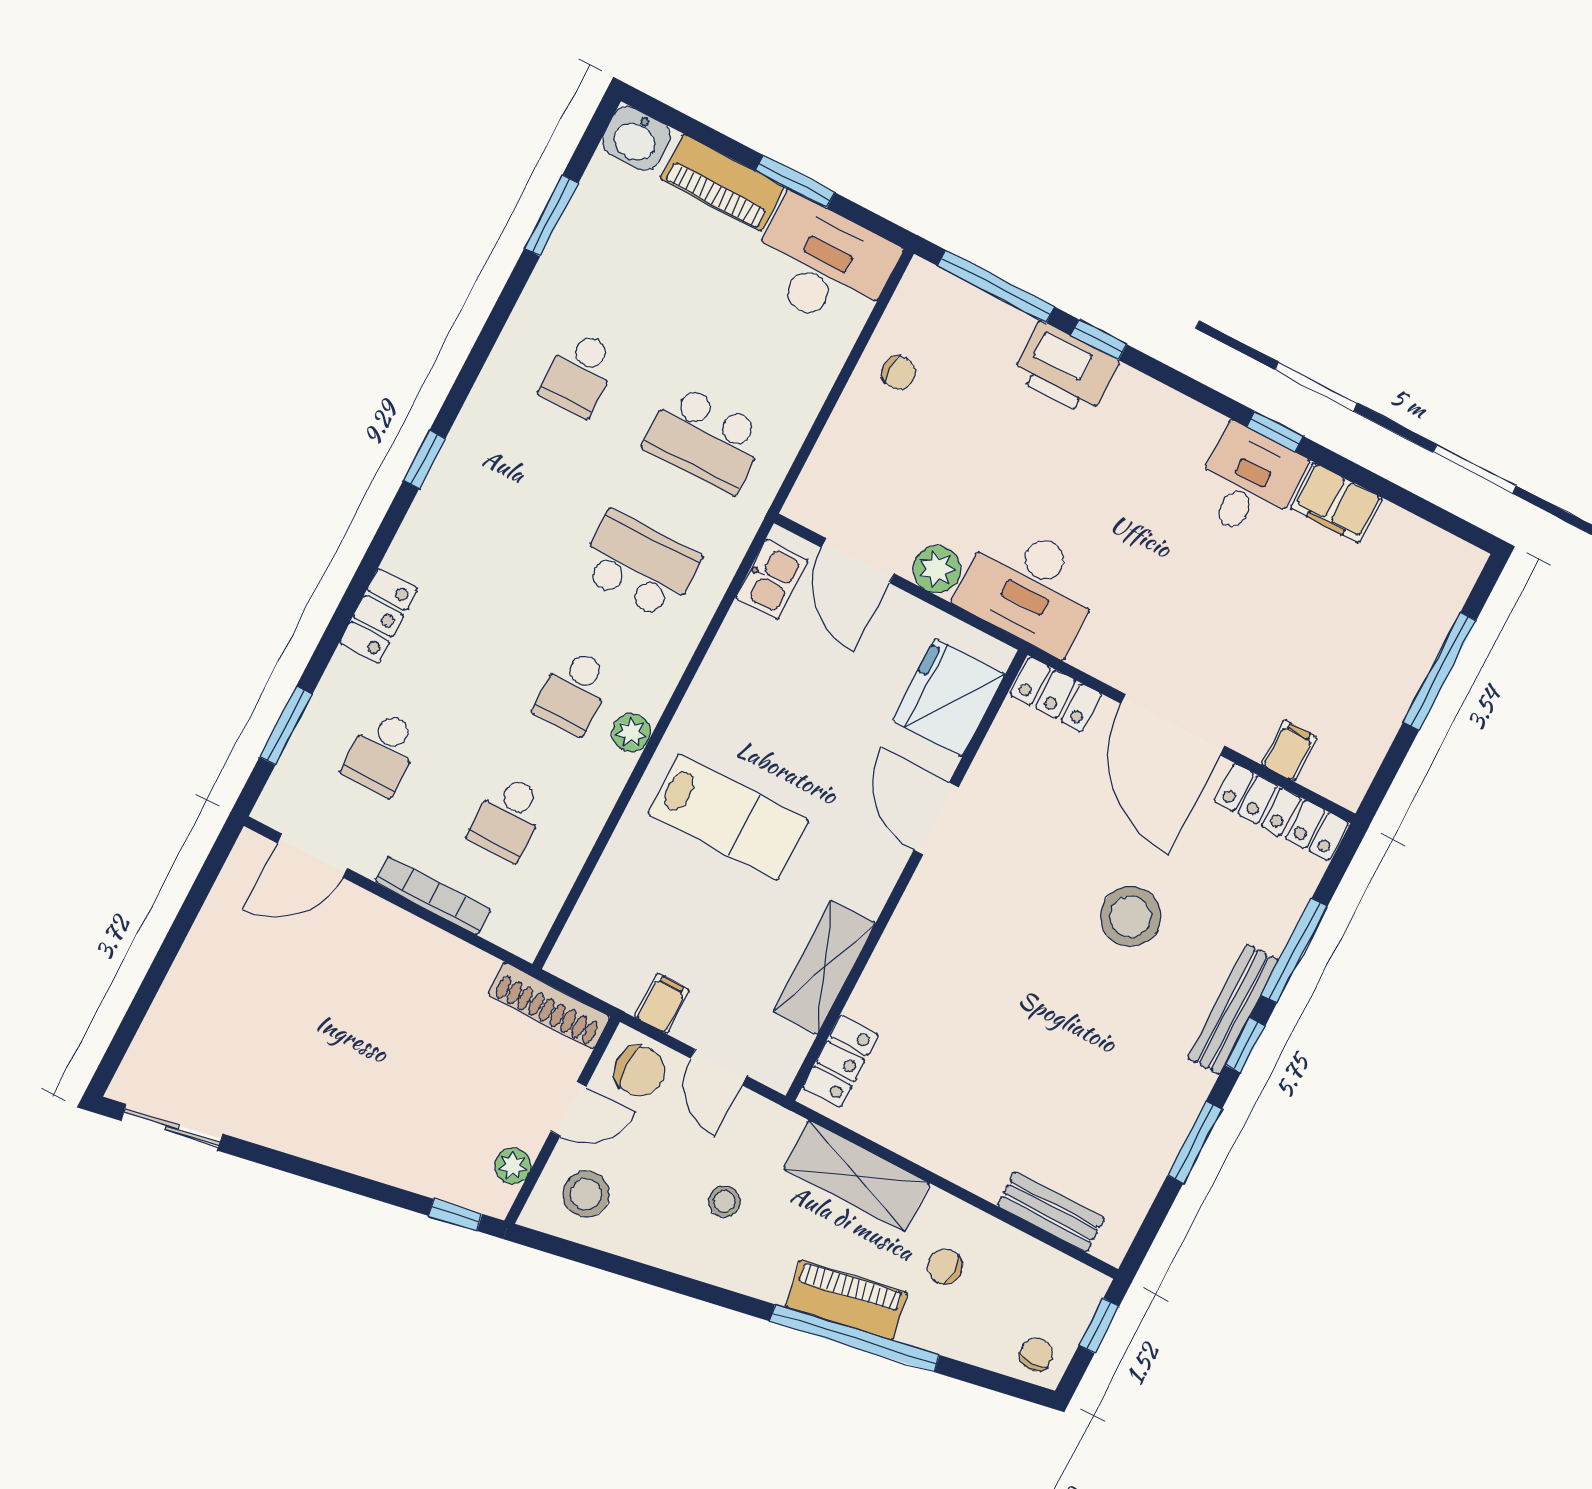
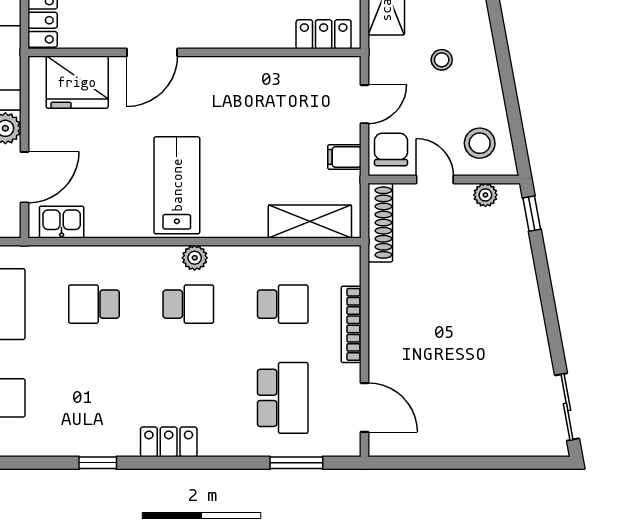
school desk: (639, 565) -> (94, 304), width x0.54
locker: (378, 616) -> (169, 442), moved
school desk: (382, 753) -> (283, 398), width x1.85
lab bench: (728, 817) -> (177, 185), moved
shelving: (824, 967) -> (310, 221), moved

